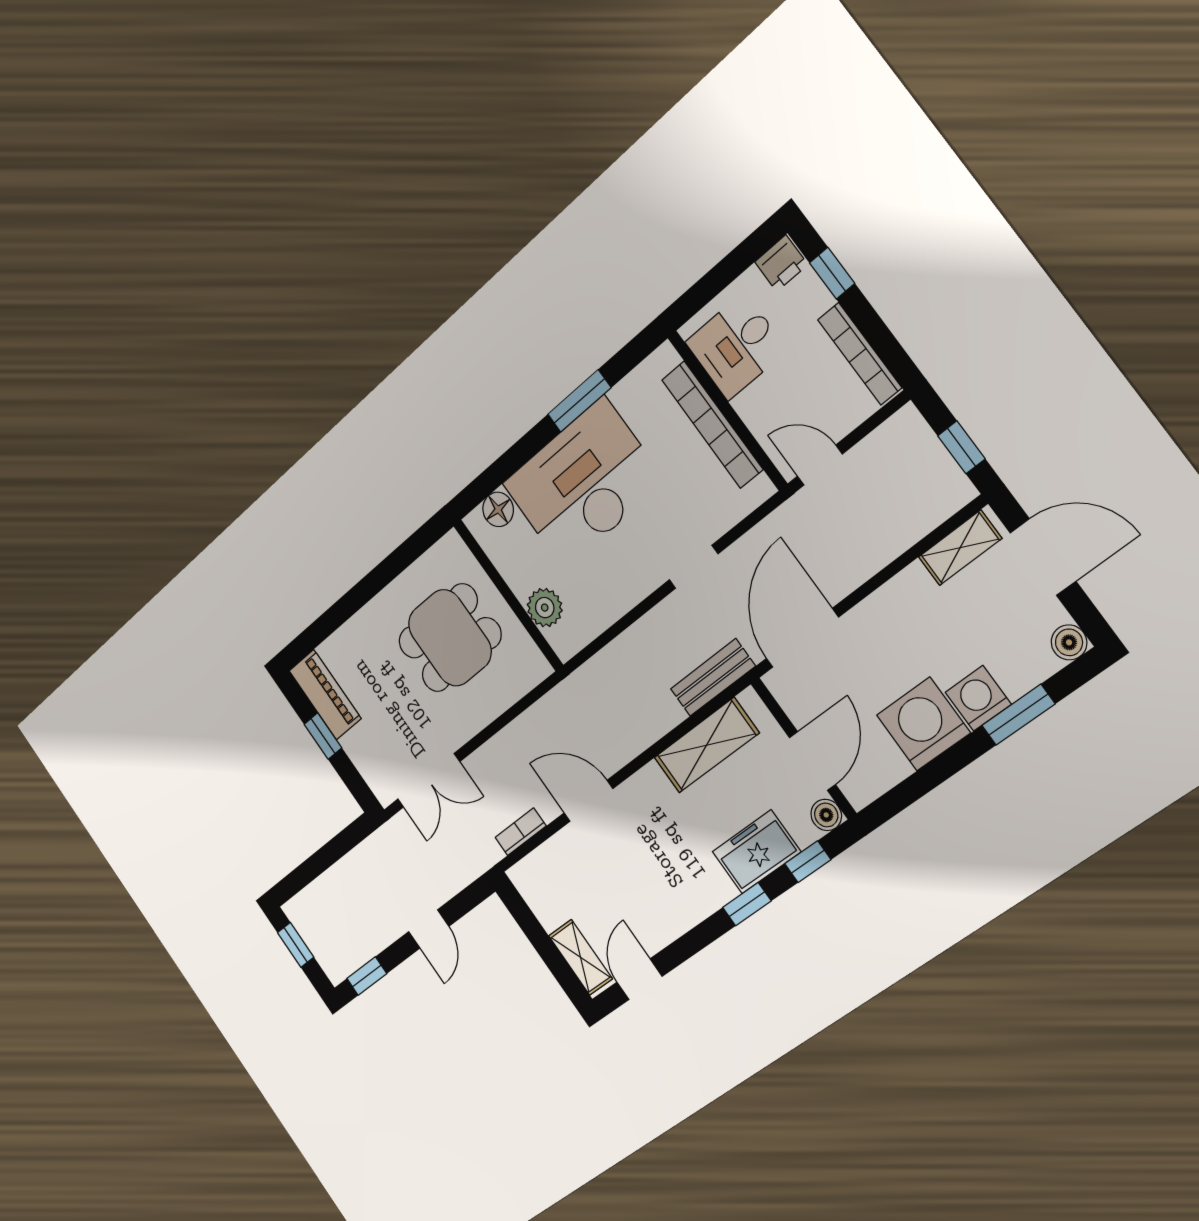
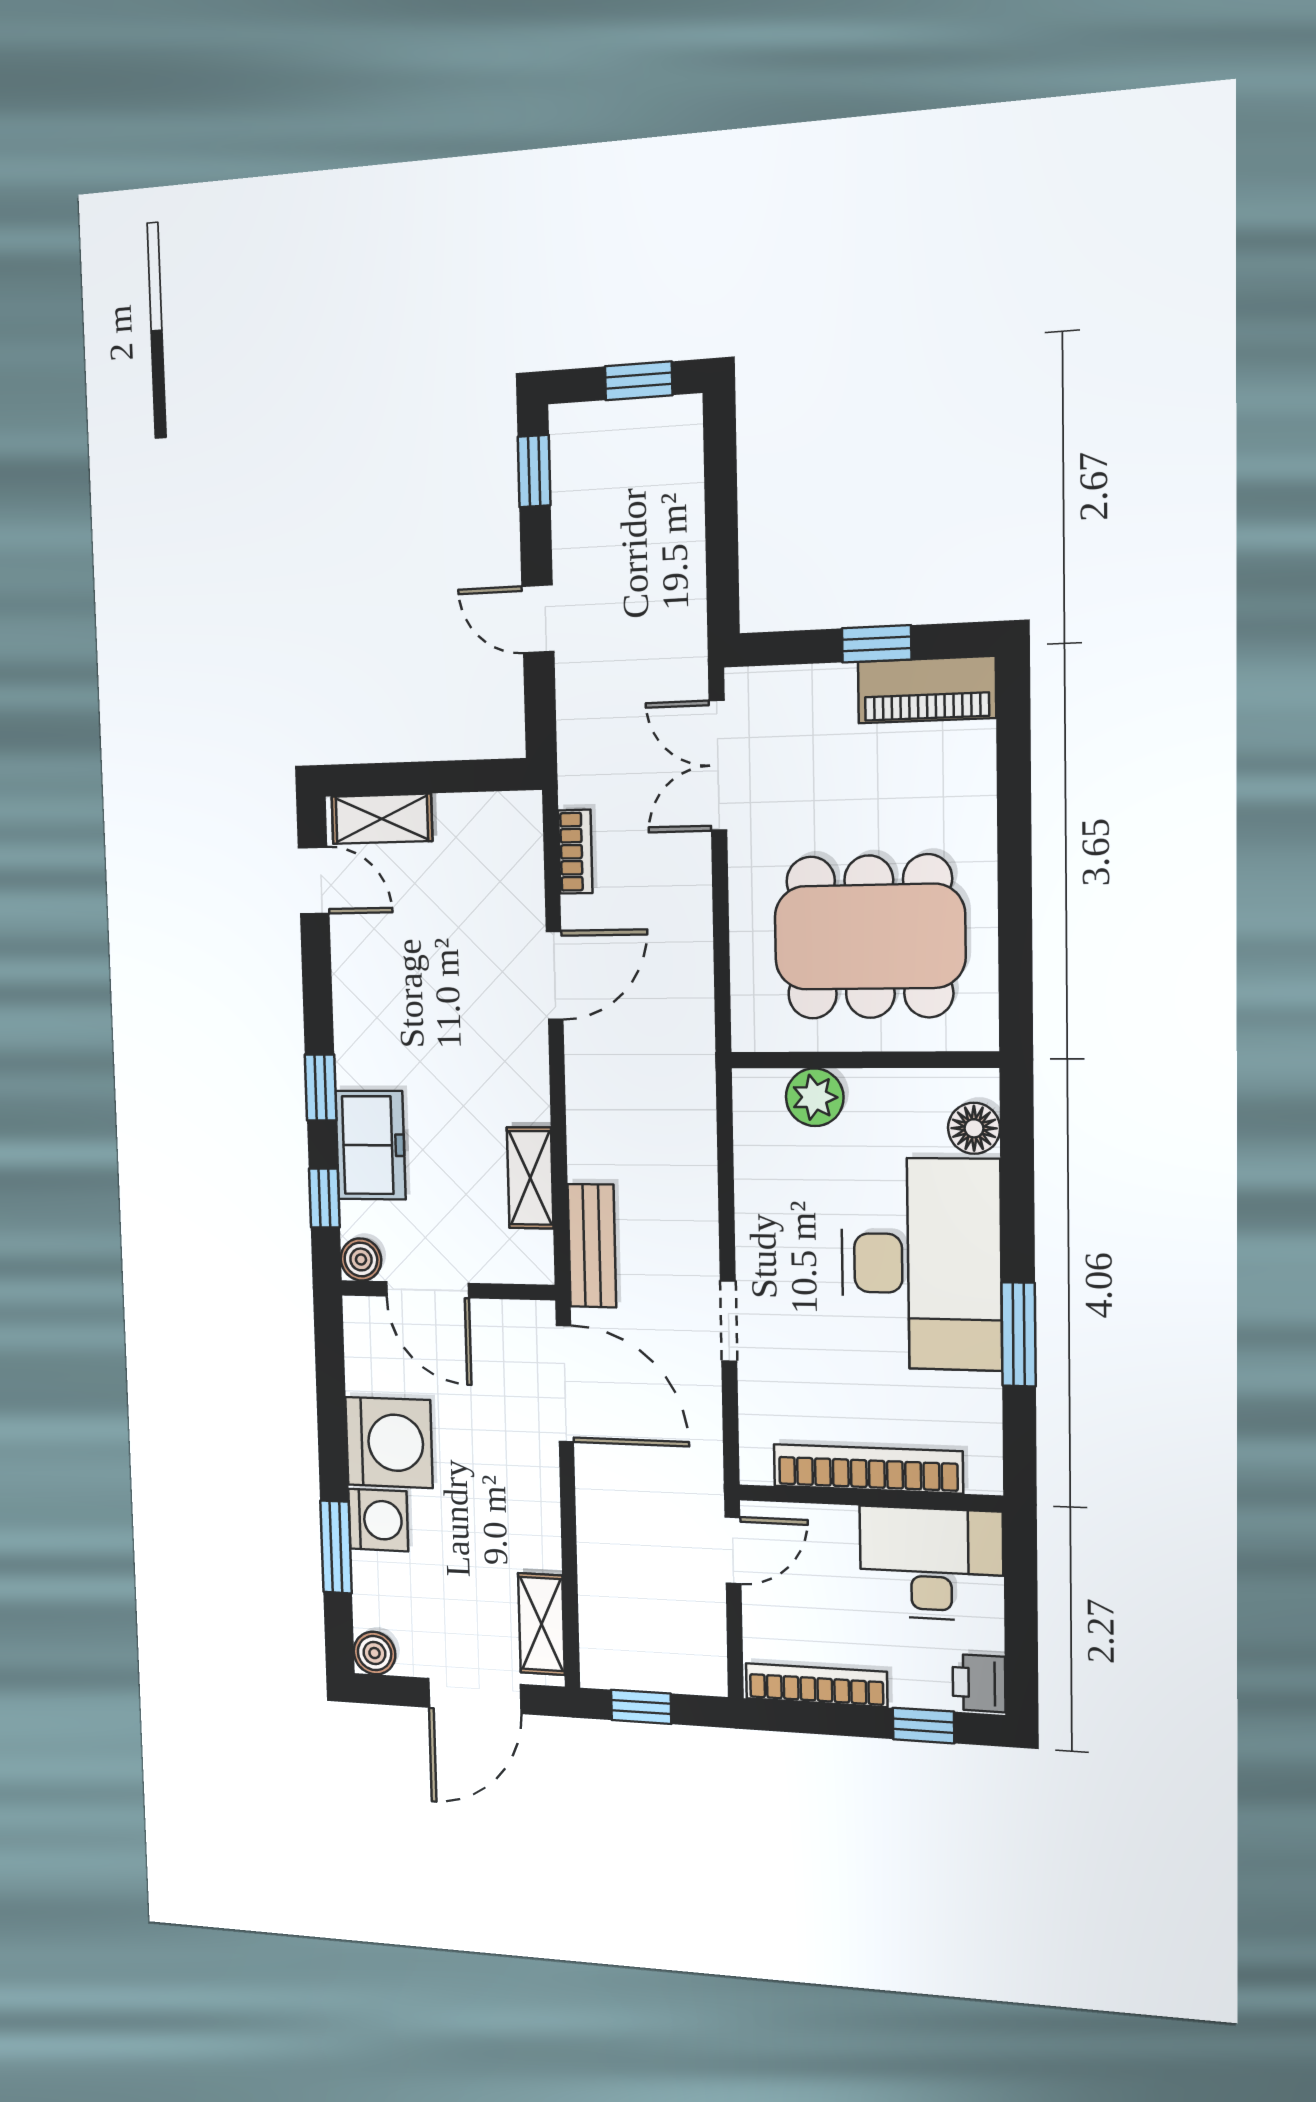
desk: (736, 346) -> (931, 1564), width x1.37
dining table: (450, 638) -> (870, 937), width x1.38
shelving: (706, 745) -> (530, 1178), width x0.67, depth x0.75

